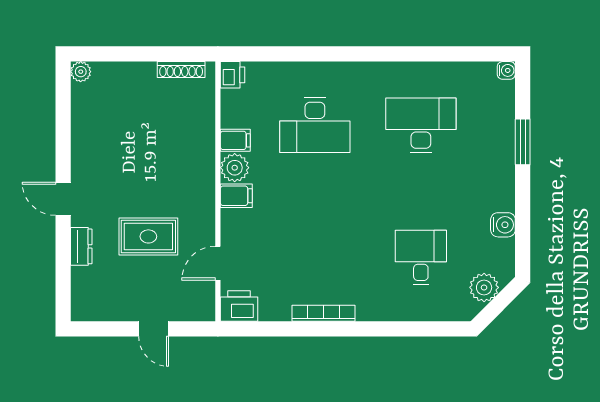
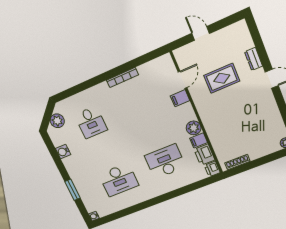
filing cabinet: (236, 196) -> (180, 98), moved
printer: (239, 306) -> (204, 155), moved, turned 90

